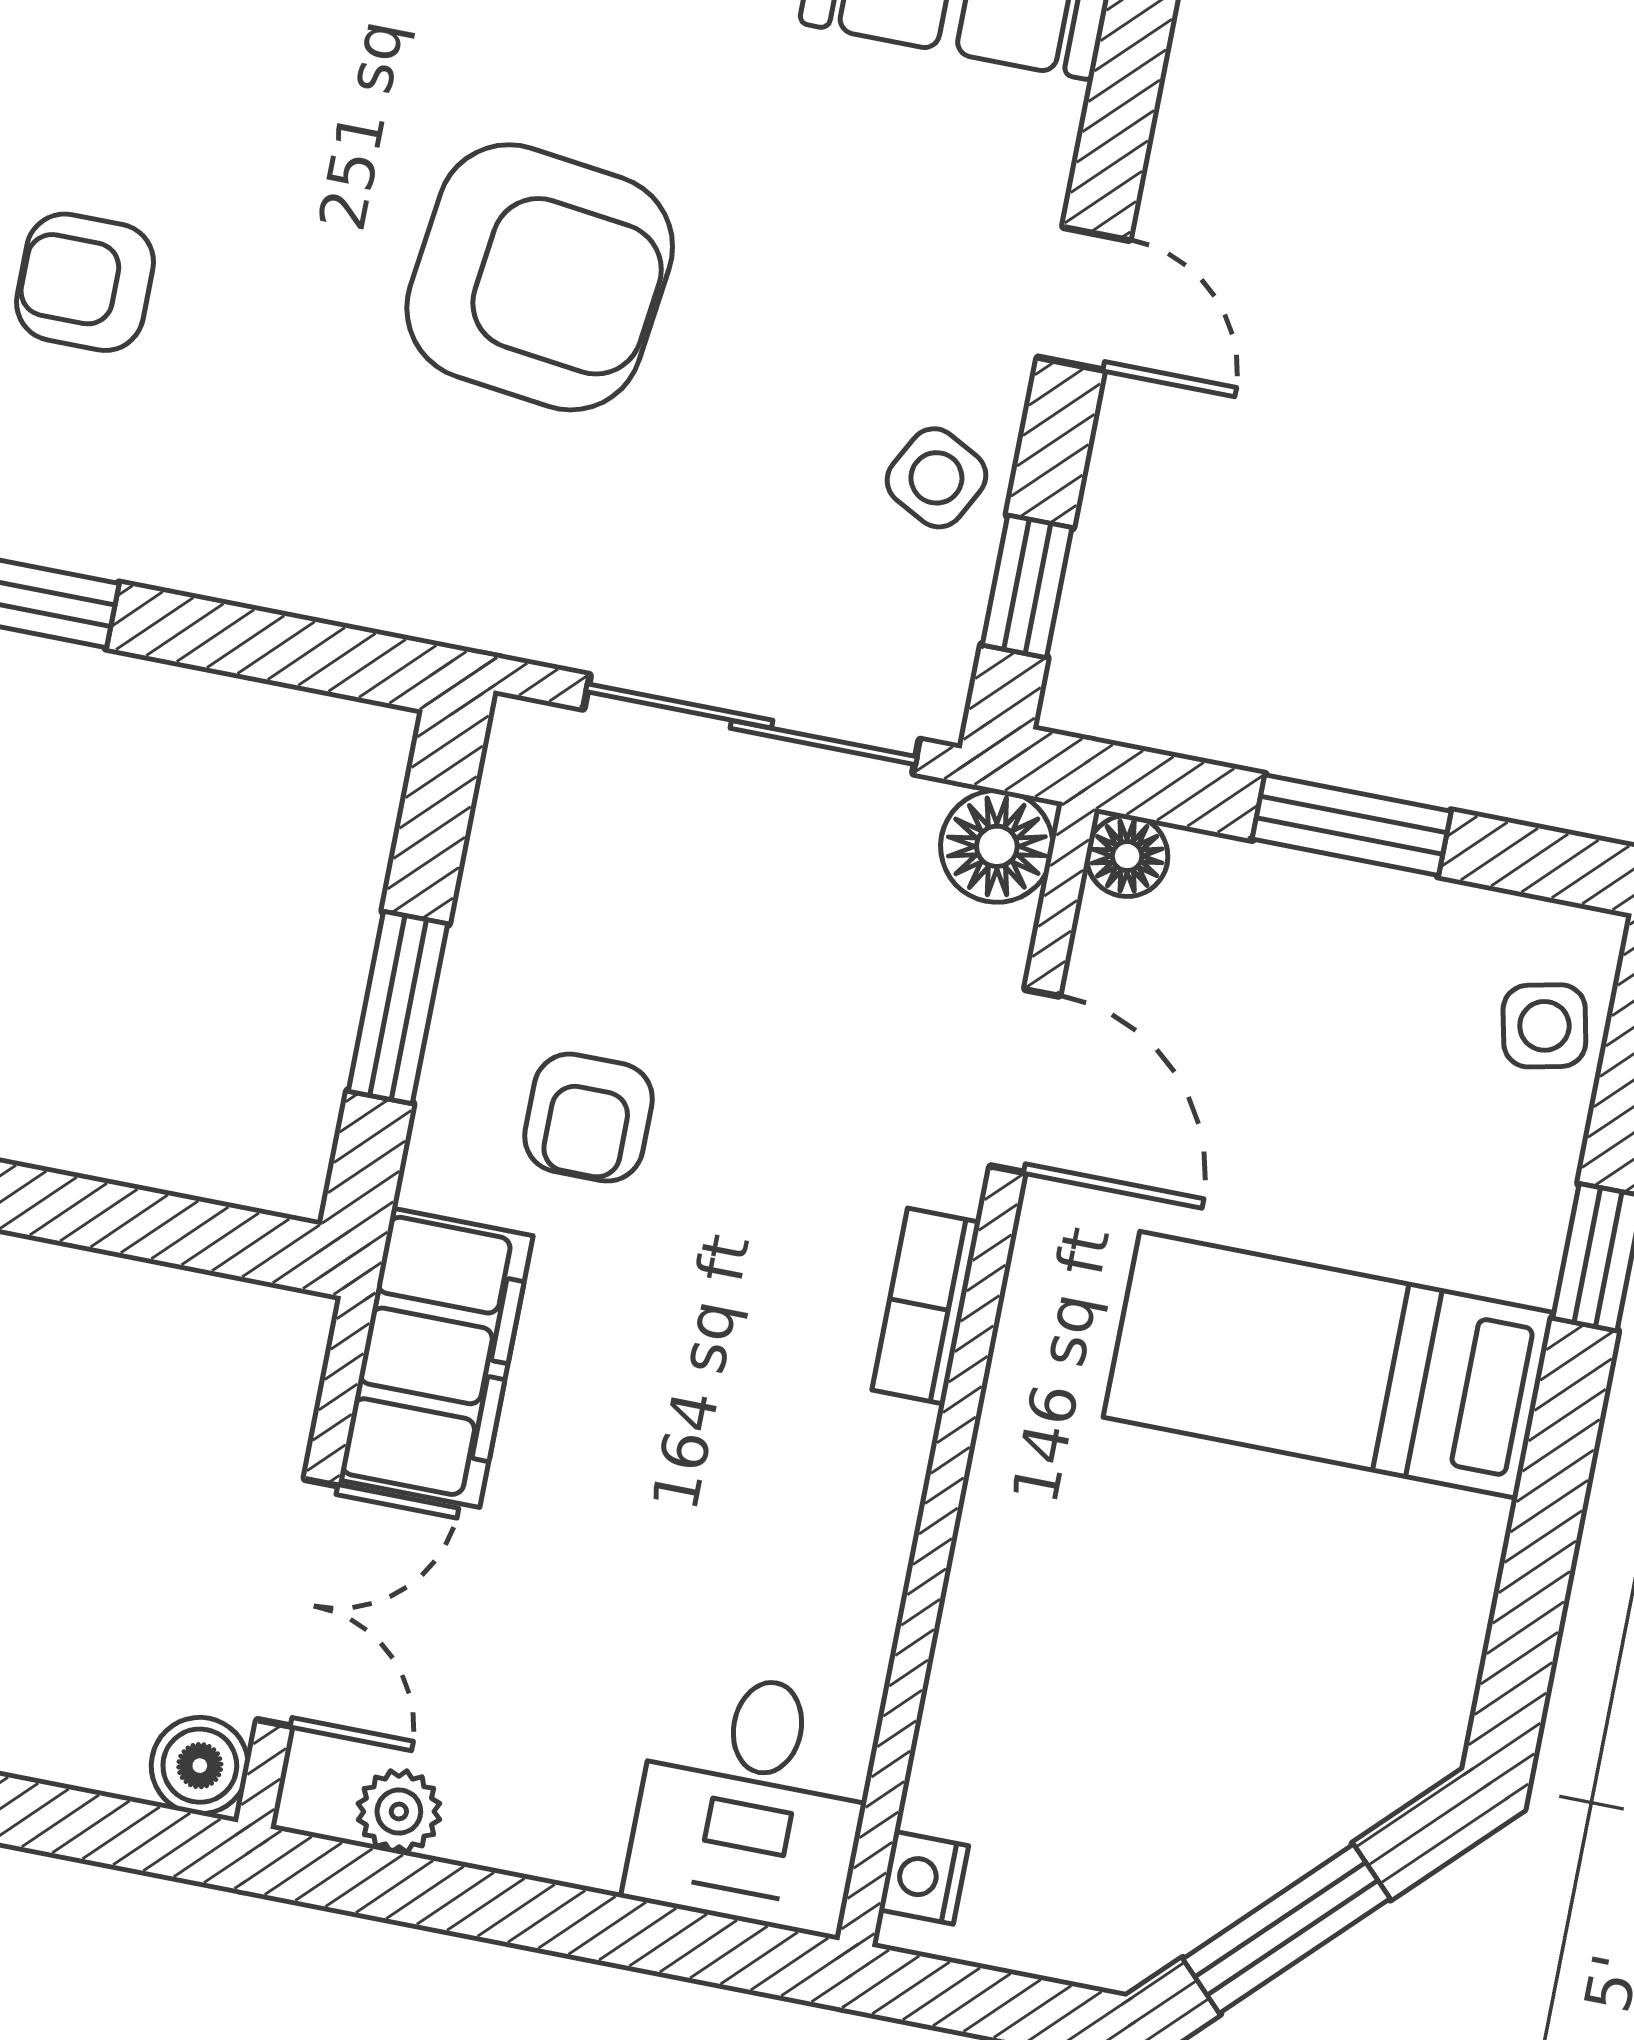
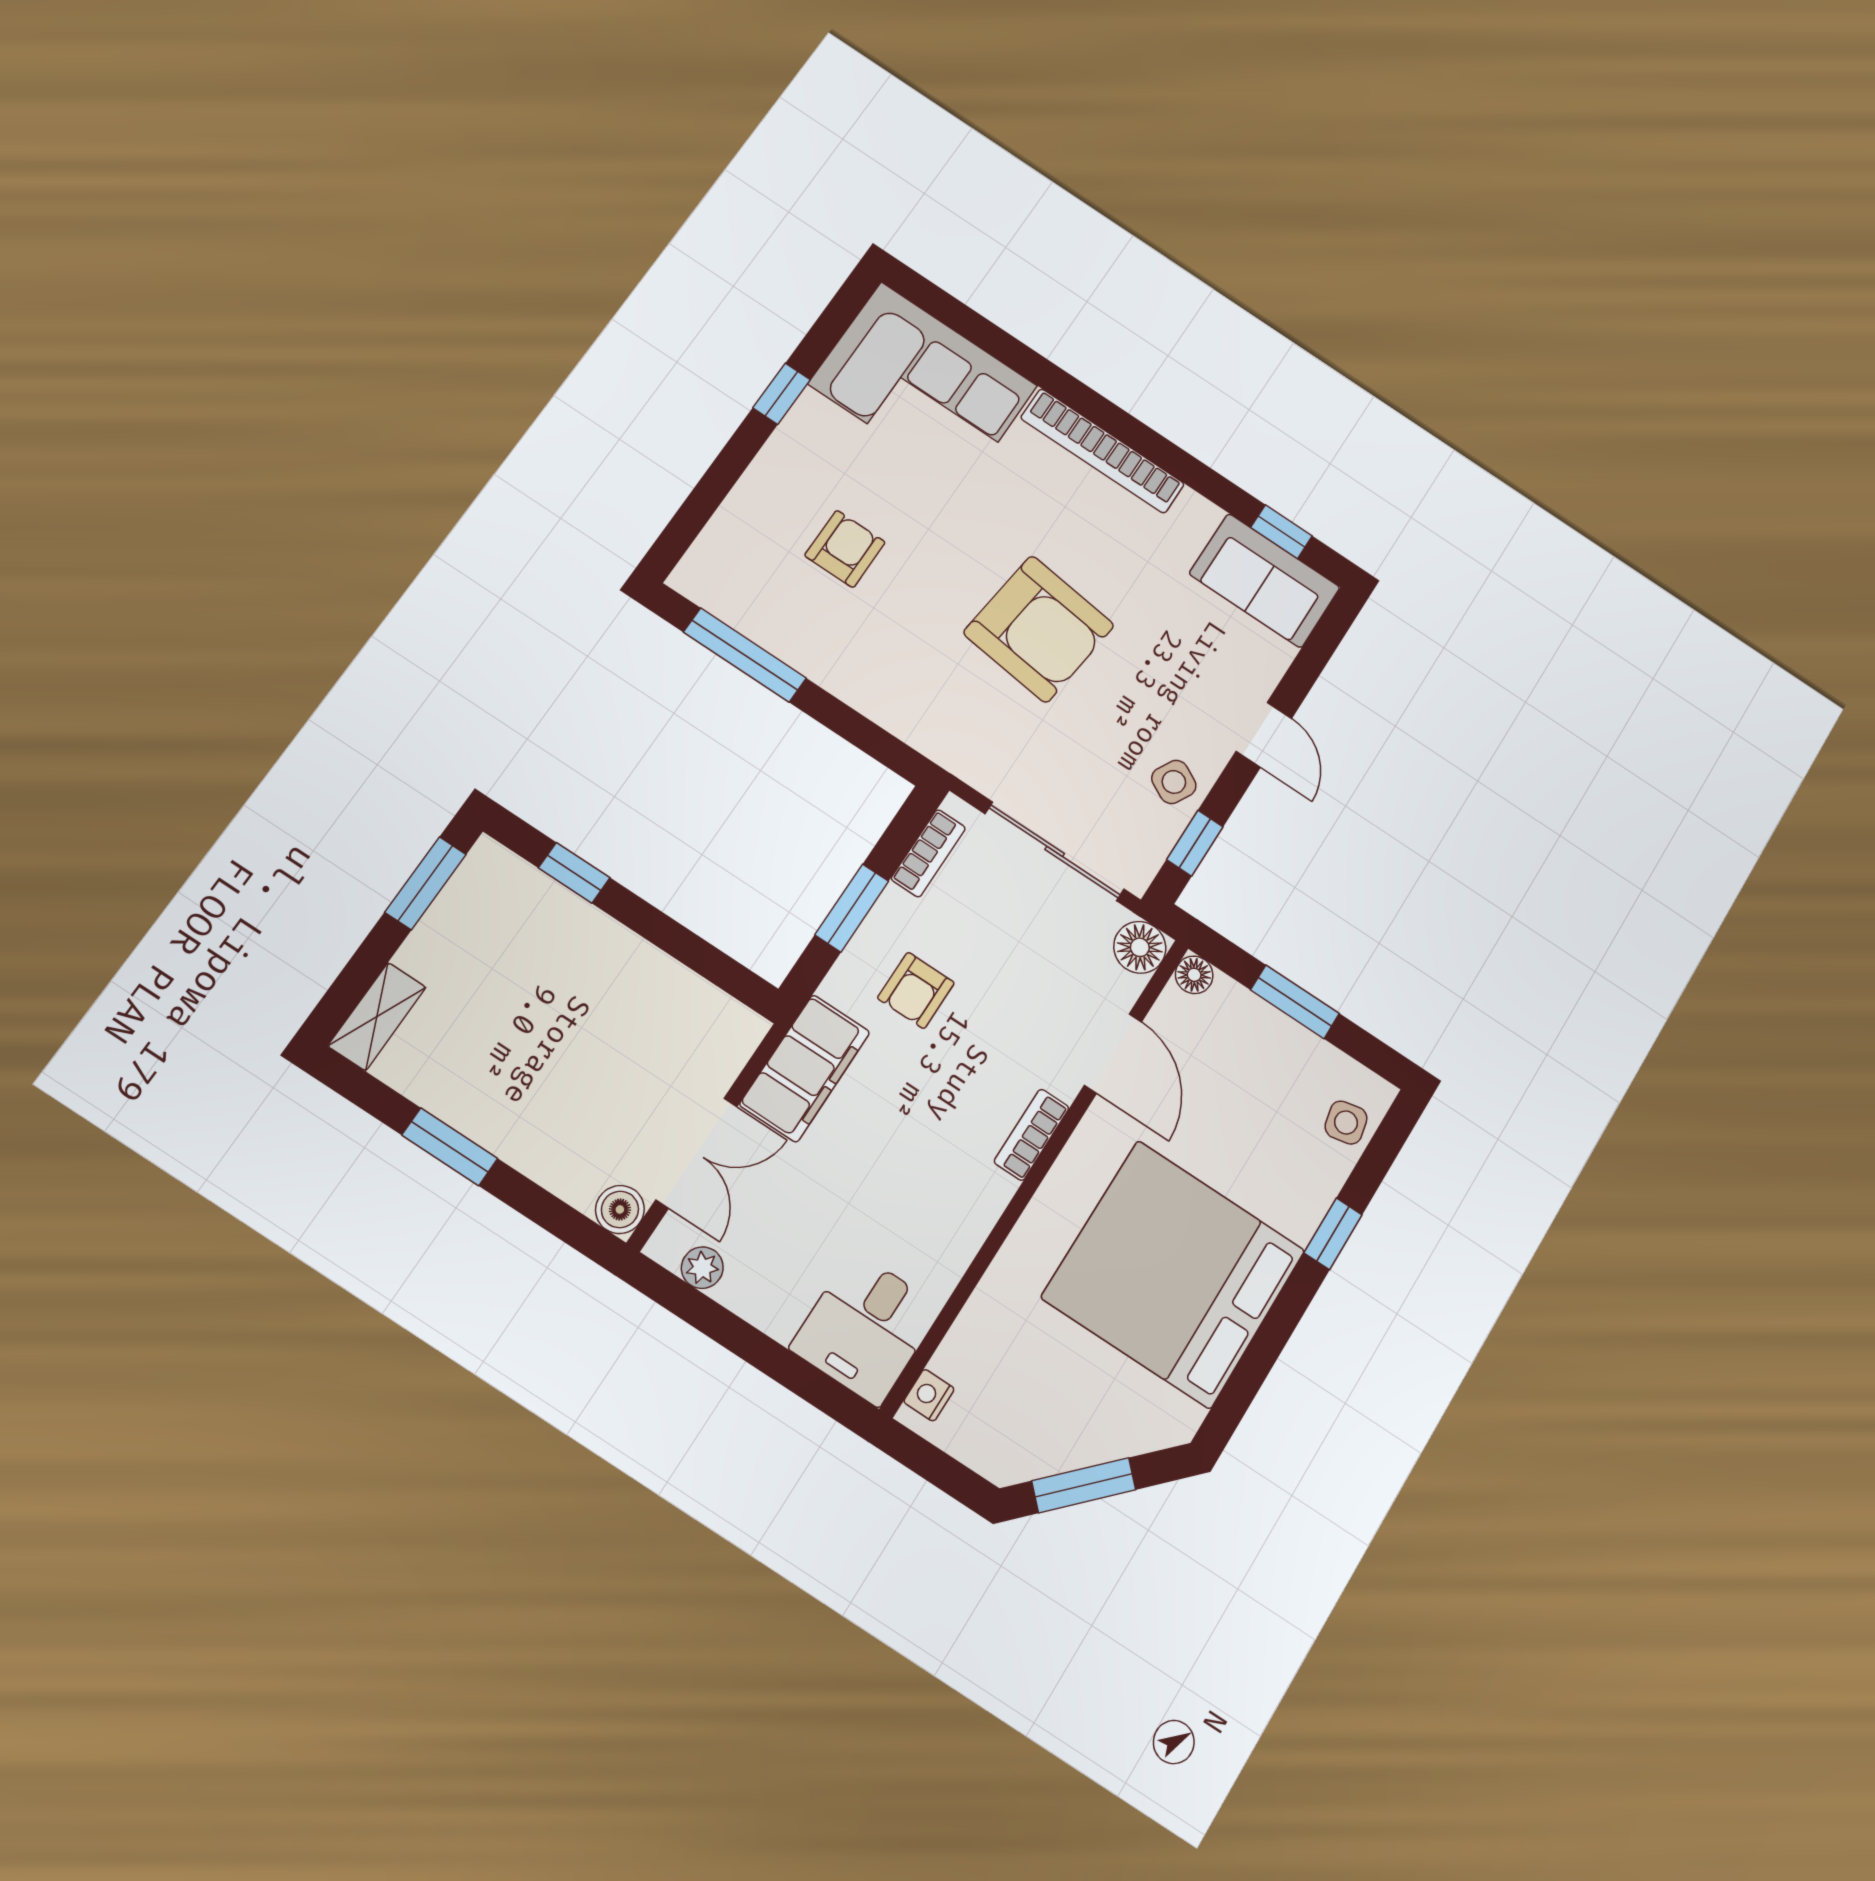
armchair: (85, 282) -> (845, 549), turned 90
bookcase: (503, 835) -> (928, 853), added
bed: (1329, 1365) -> (1174, 1274), width x2.04

